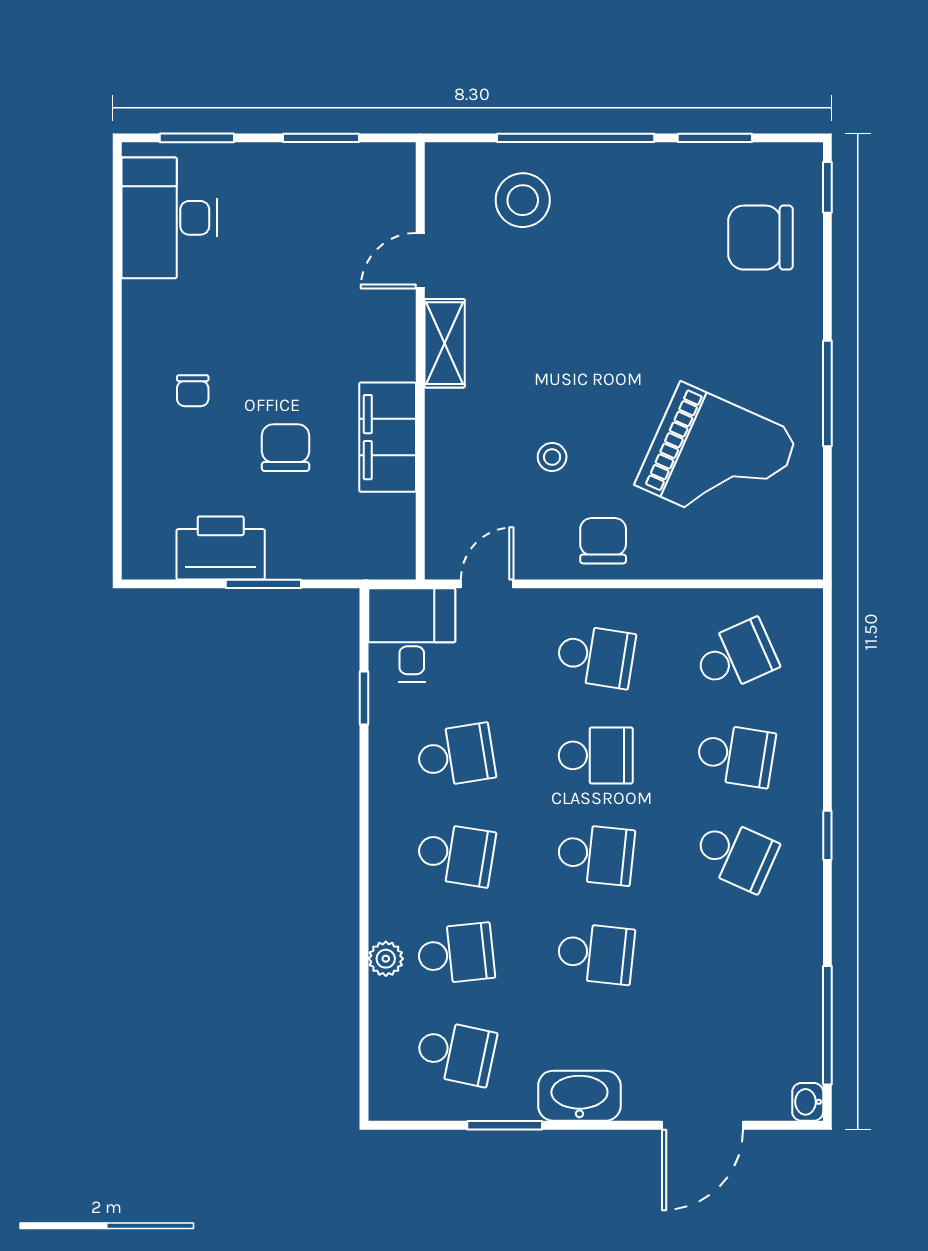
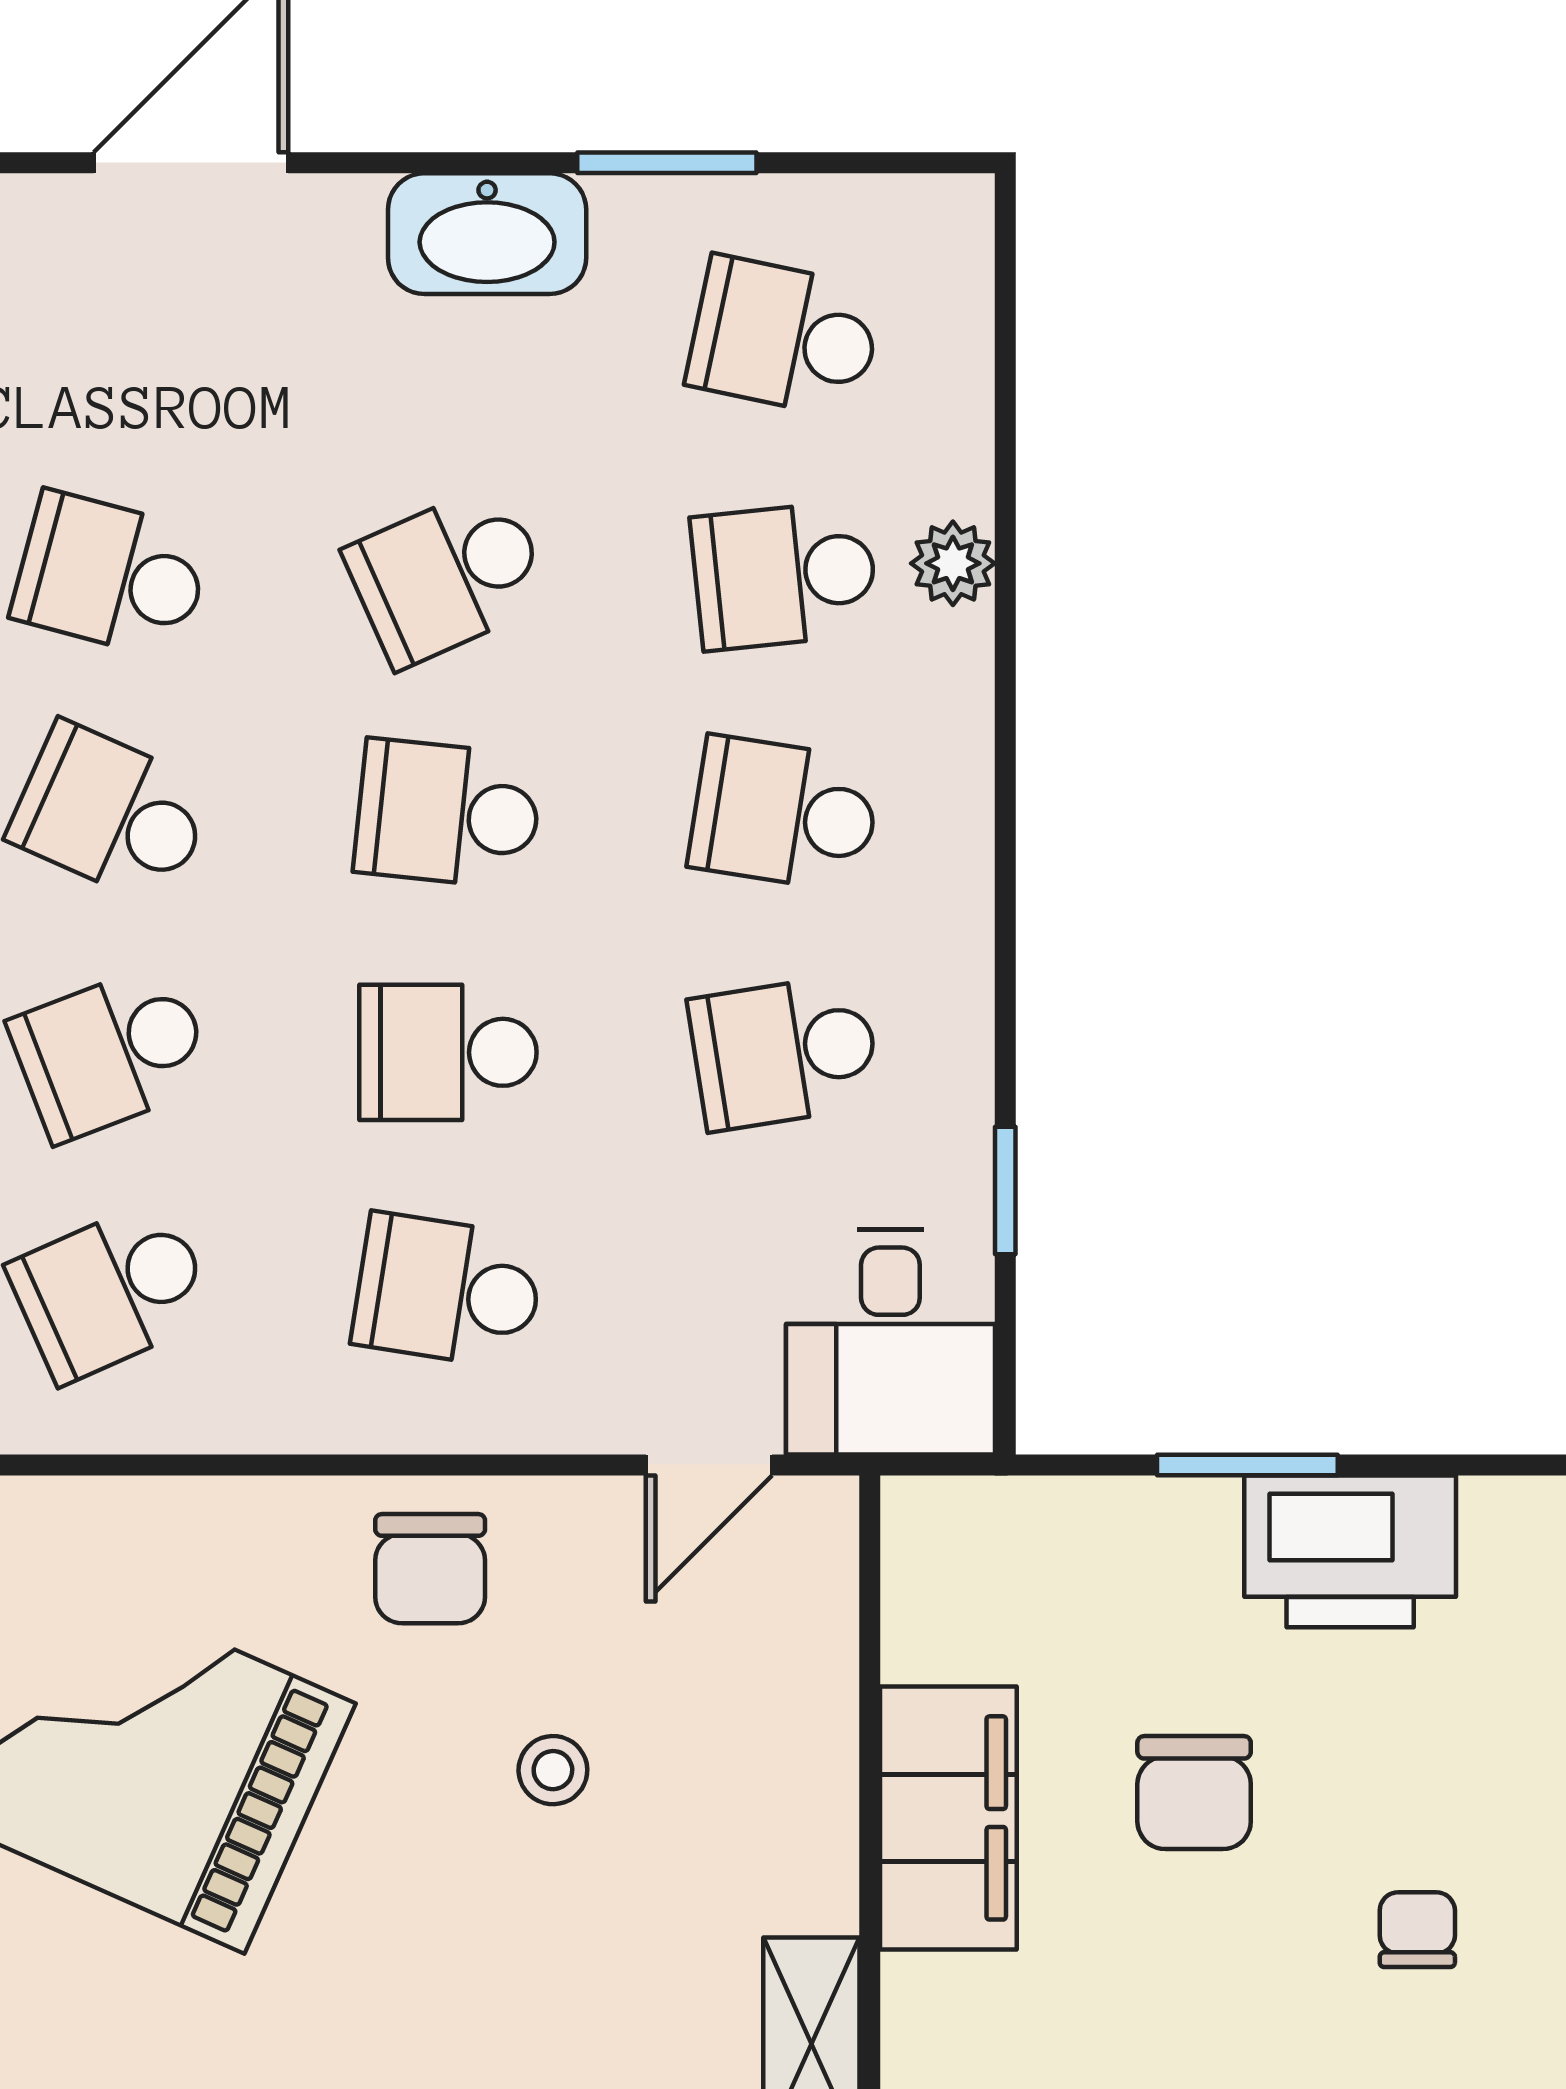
school desk: (736, 755) -> (111, 1052), turned -30
school desk: (596, 954) -> (448, 575), turned -30
school desk: (736, 954) -> (111, 575), added

